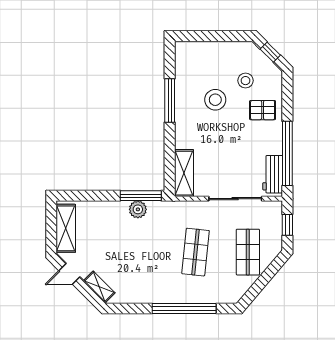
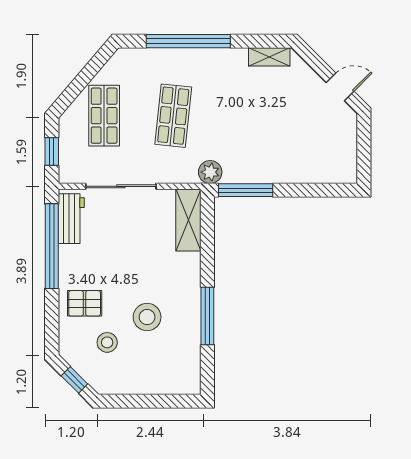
plant: (138, 209) -> (210, 172), moved
shelving: (66, 228) -> (345, 147), removed
shelving: (99, 287) -> (269, 57), moved, turned -45

